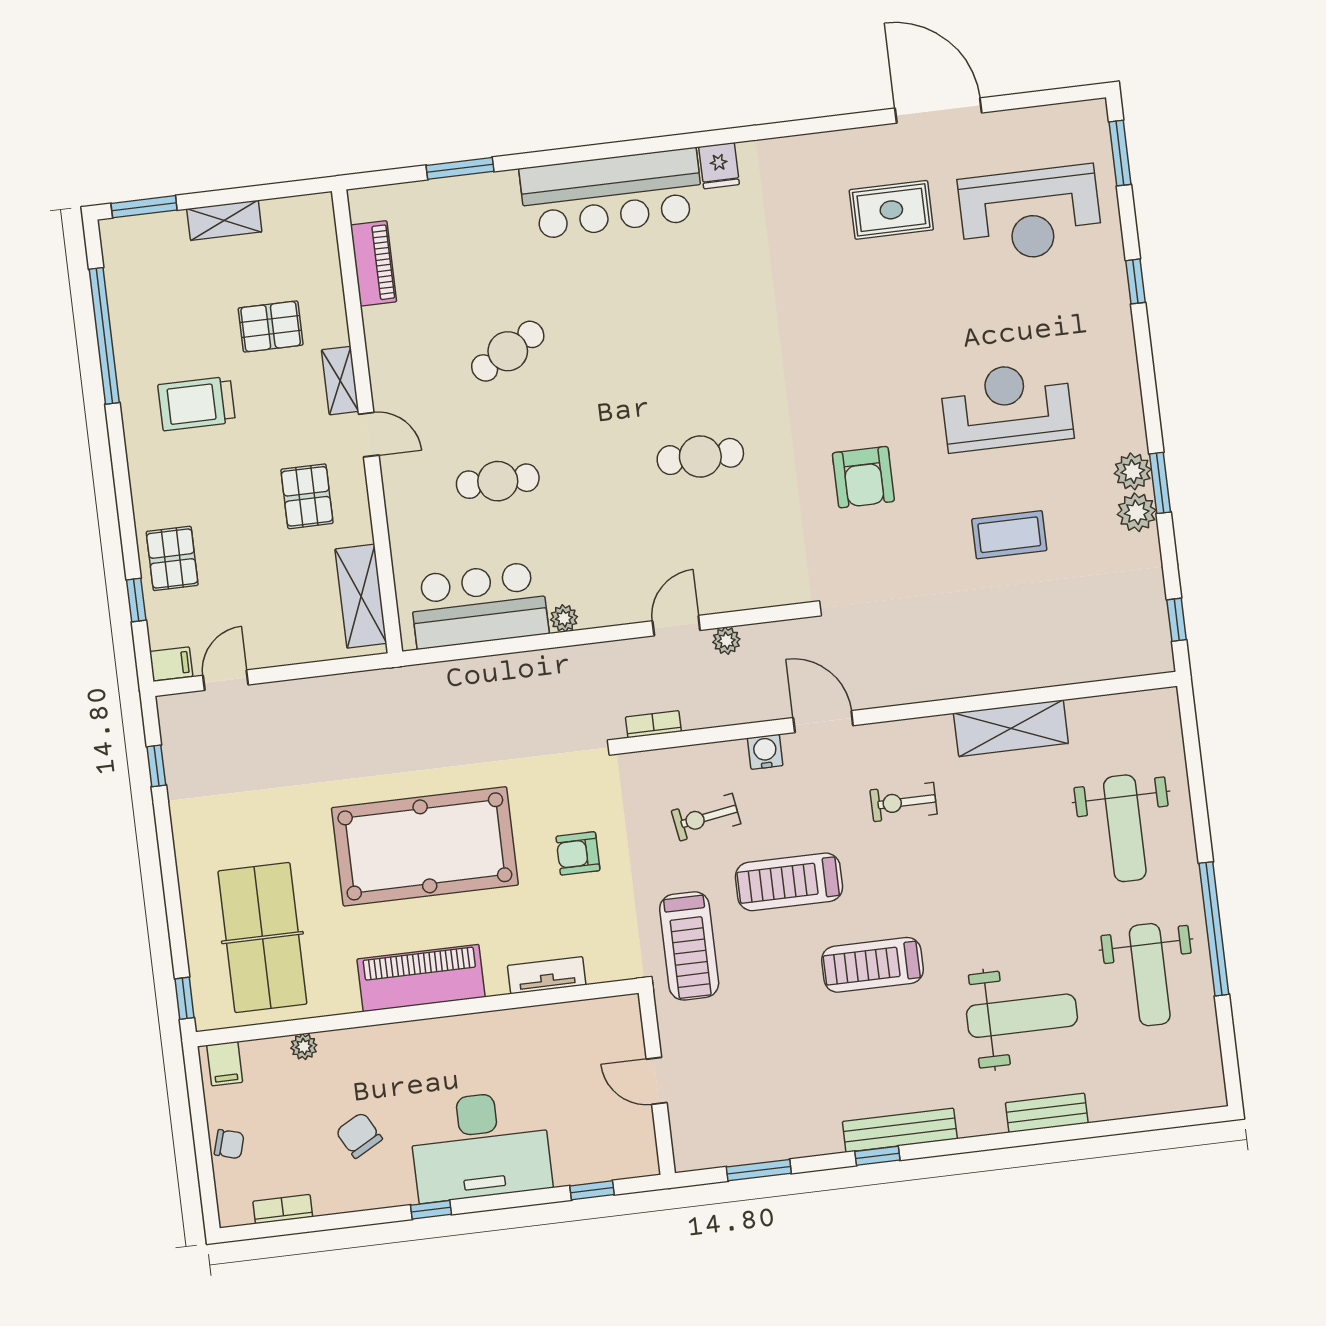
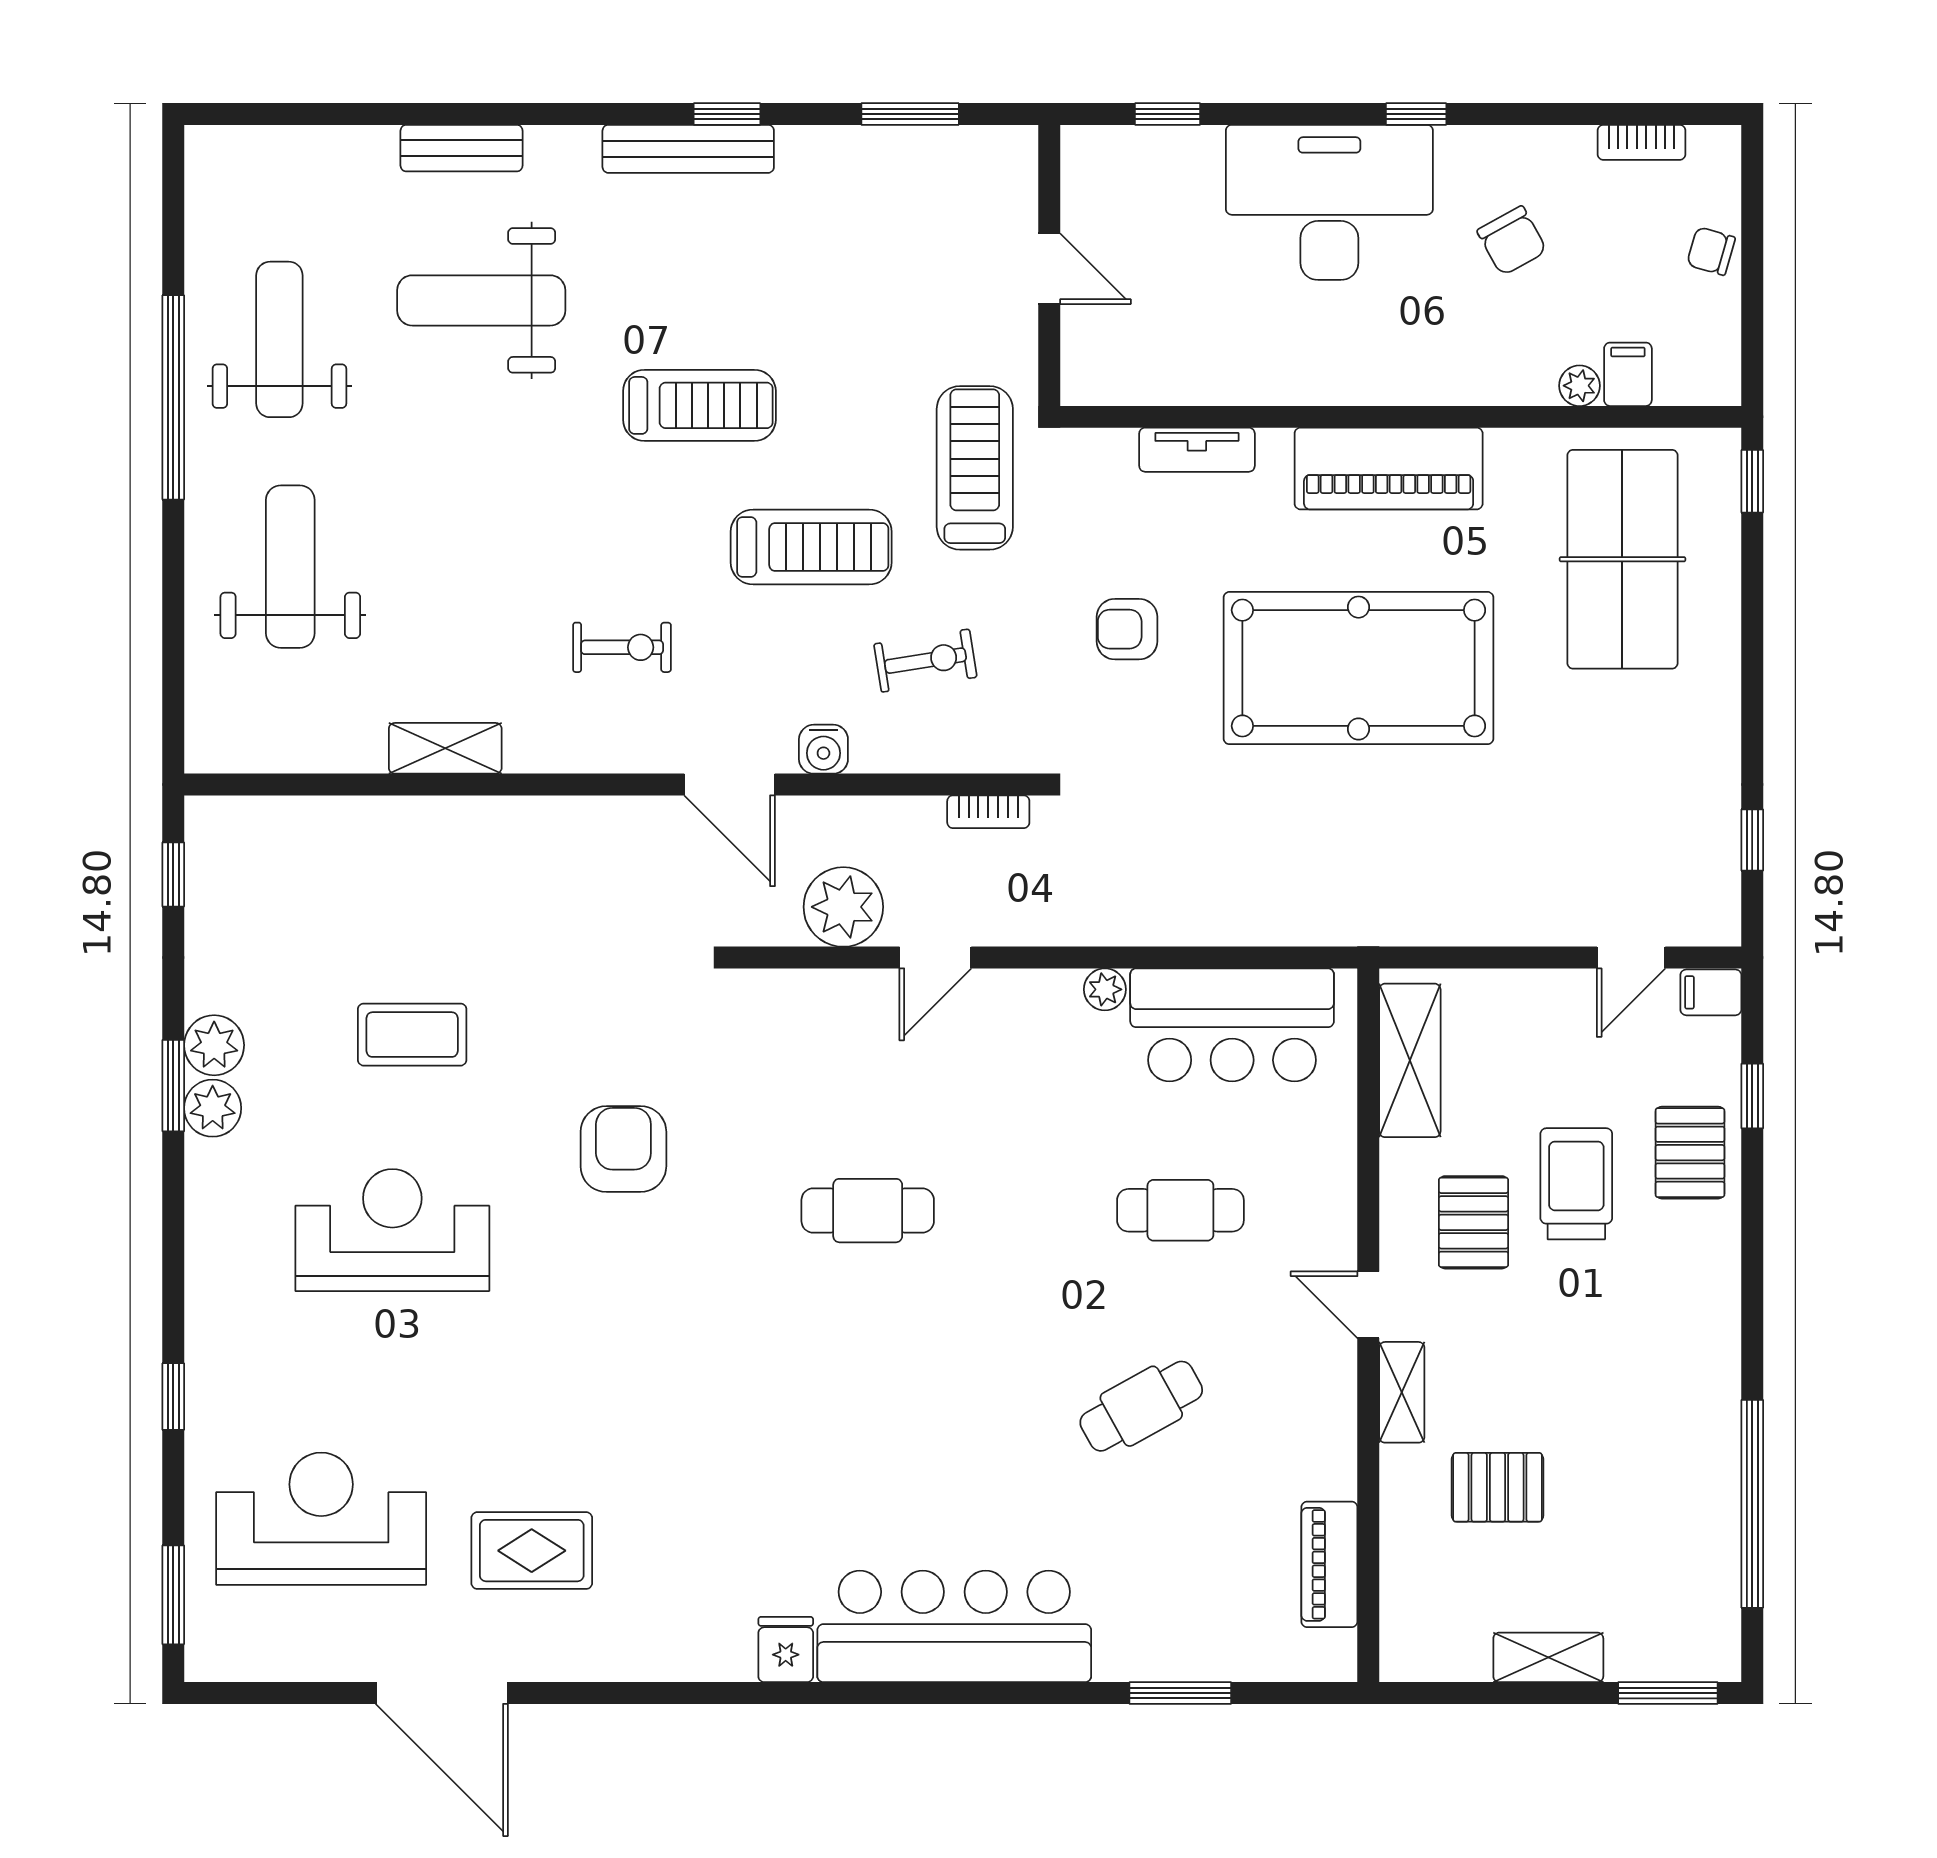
trolley: (197, 404) -> (1576, 1184), moved, turned -90
reception desk: (1007, 407) -> (392, 1230), turned 180
plant: (726, 641) -> (843, 907), width x1.87, depth x1.87
shelving: (1011, 728) -> (445, 748), width x0.67, depth x0.75
armchair: (578, 853) -> (1127, 629), turned 180
filing cabinet: (225, 1064) -> (1628, 374), moved

